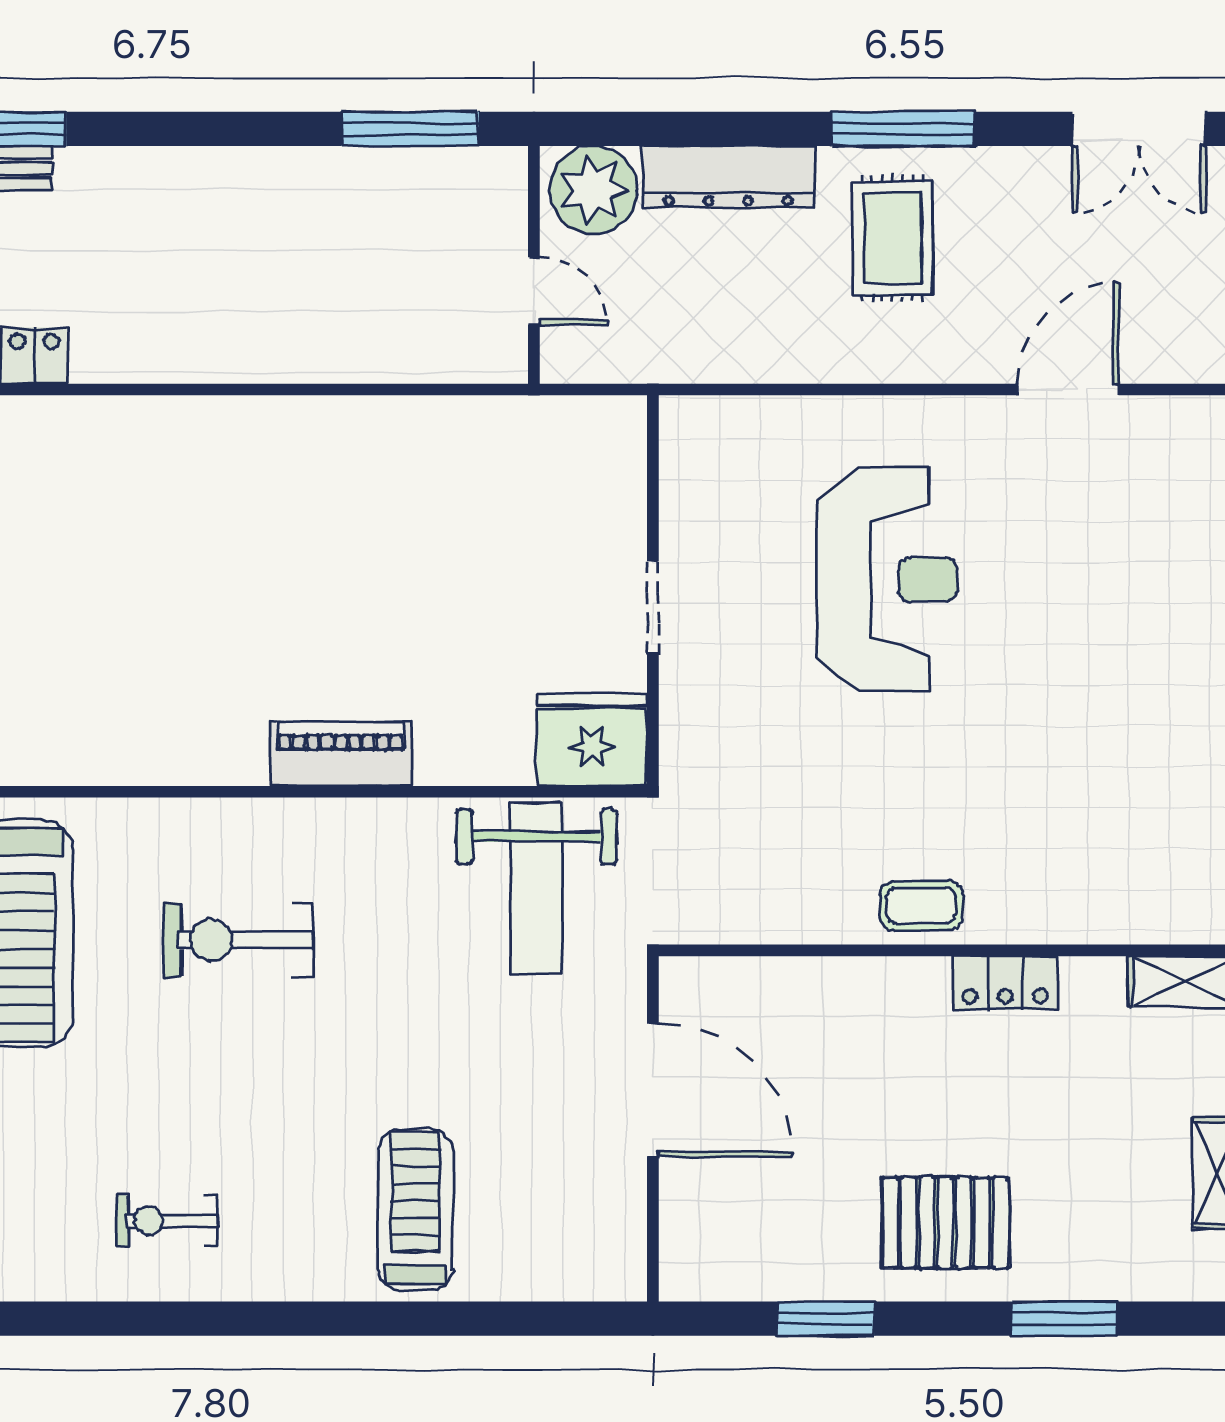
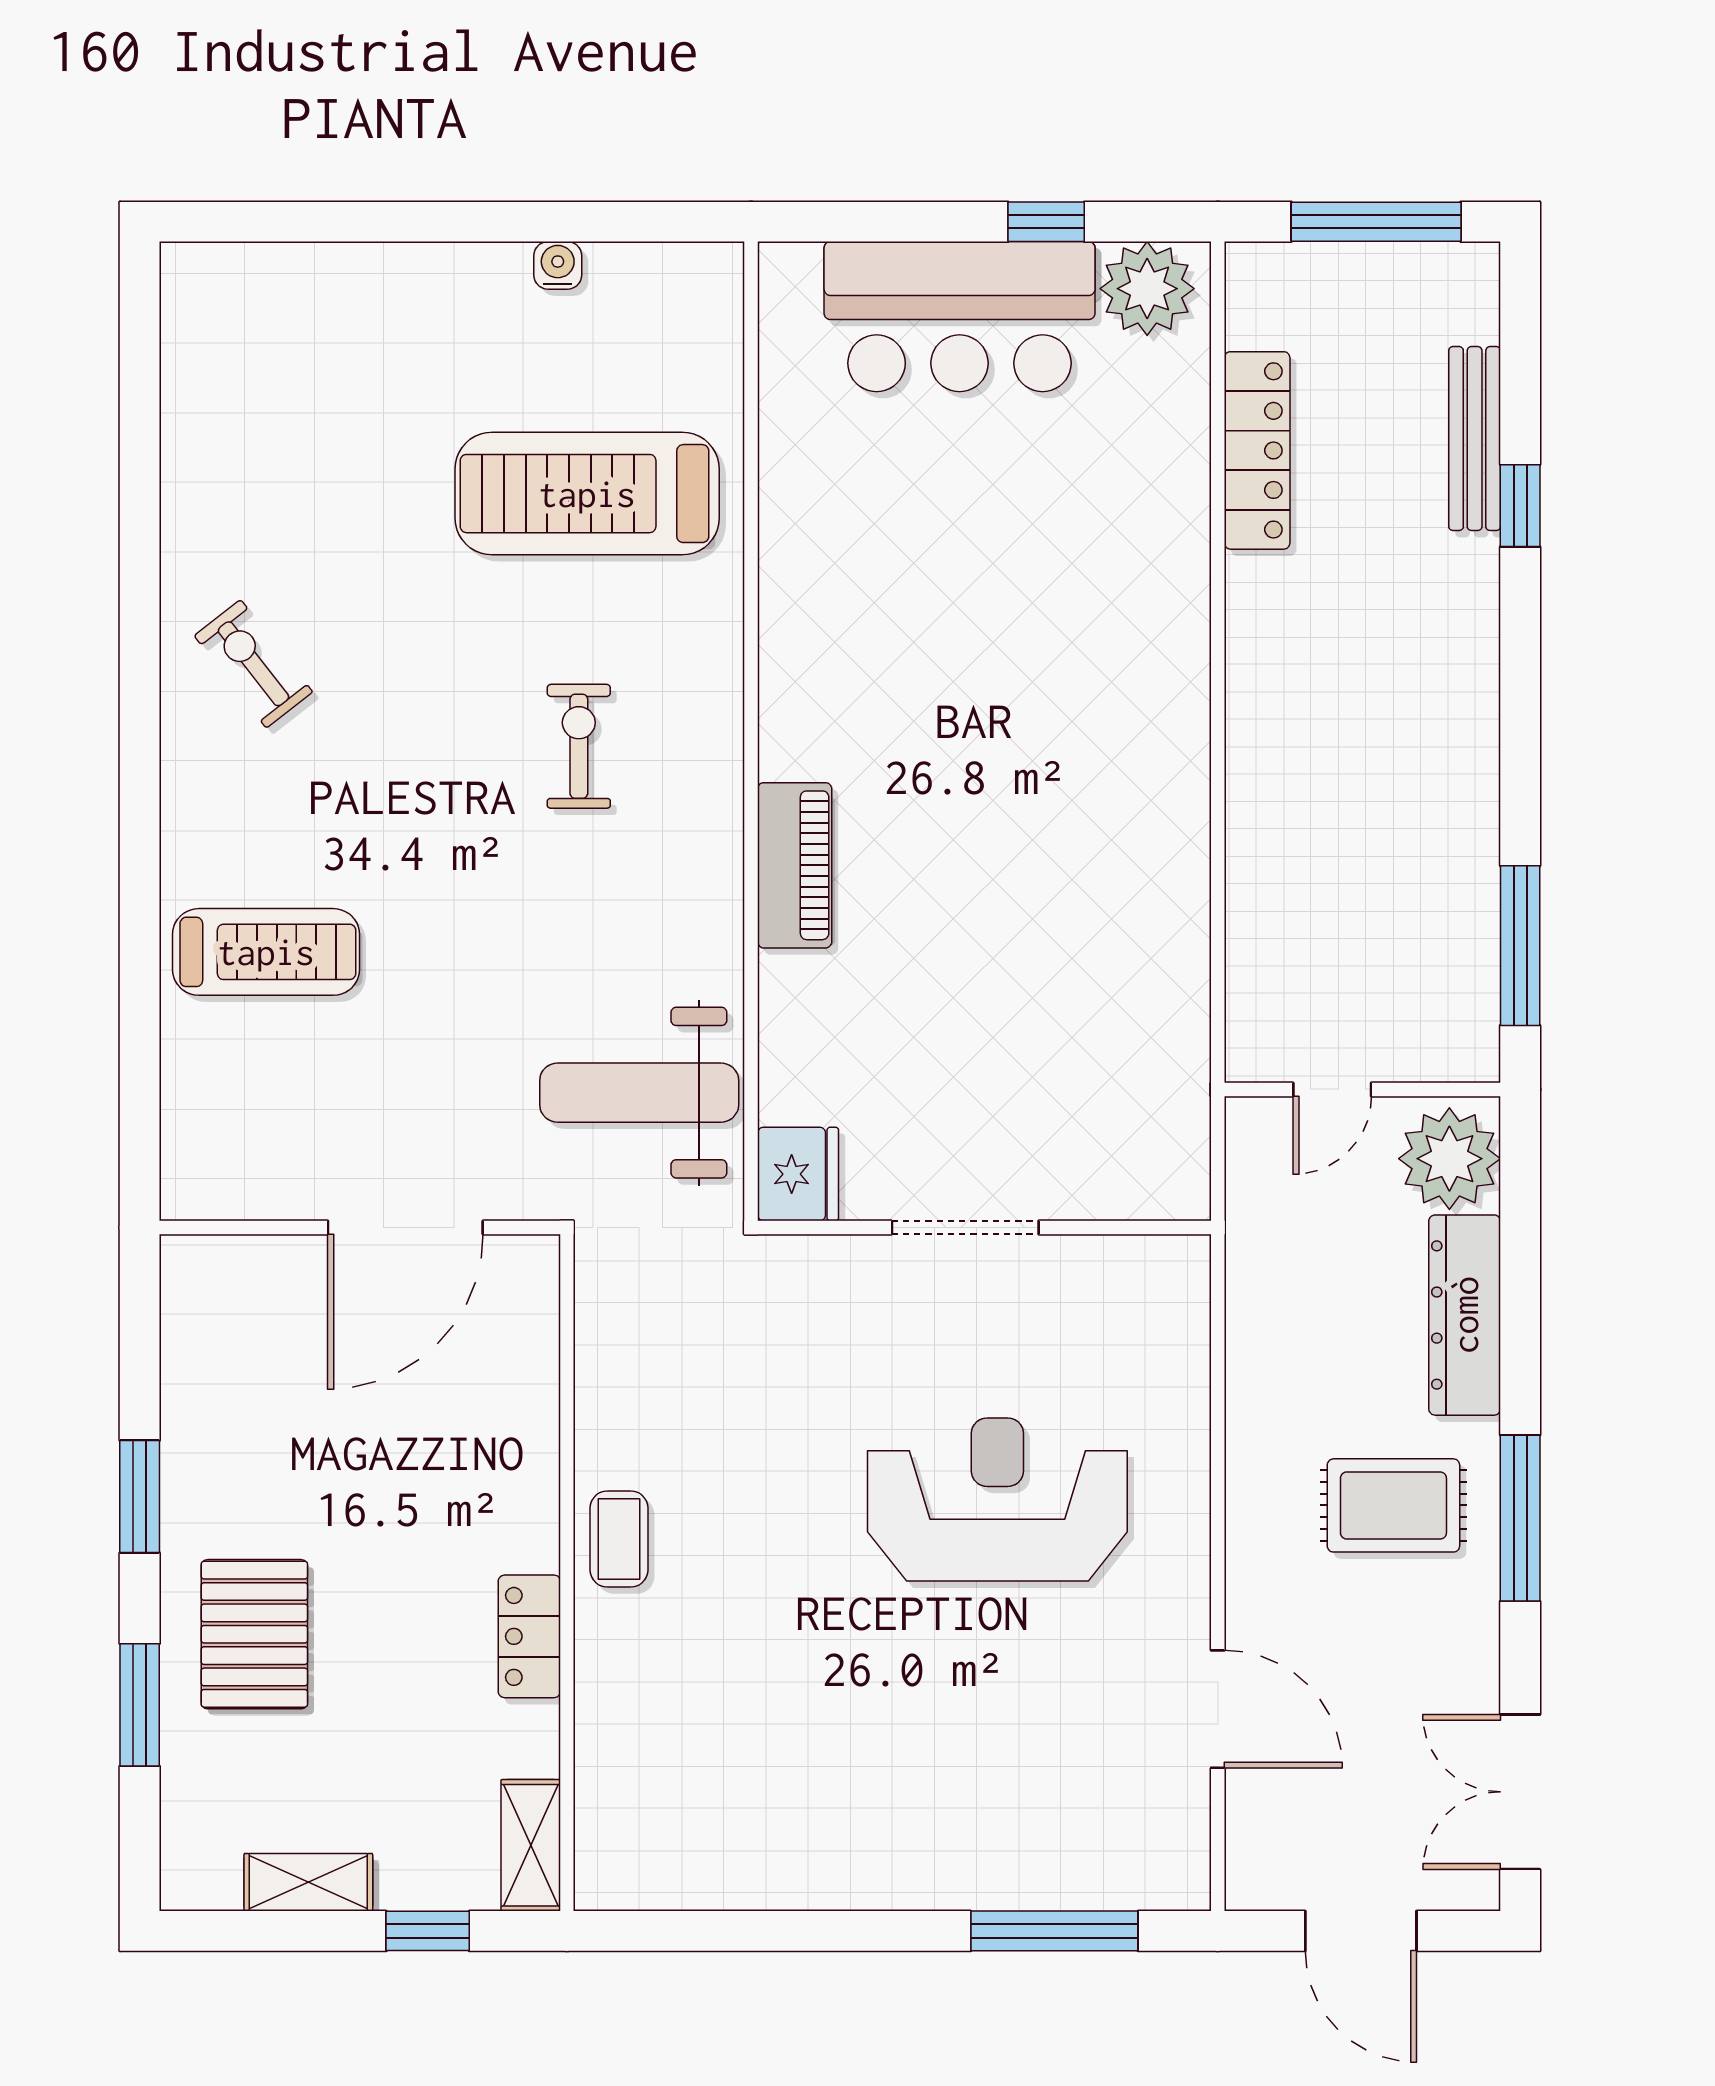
reception desk: (887, 579) -> (997, 1500), turned 180
doorway: (653, 607) -> (965, 1228), width x1.38
fridge: (592, 739) -> (798, 1174), width x0.73, depth x0.75
exercise bike: (238, 940) -> (579, 746), width x0.73, depth x0.72
exercise bike: (167, 1221) -> (253, 664), turned -38
pallet: (945, 1223) -> (254, 1634), moved
window: (826, 1319) -> (140, 1497), moved

